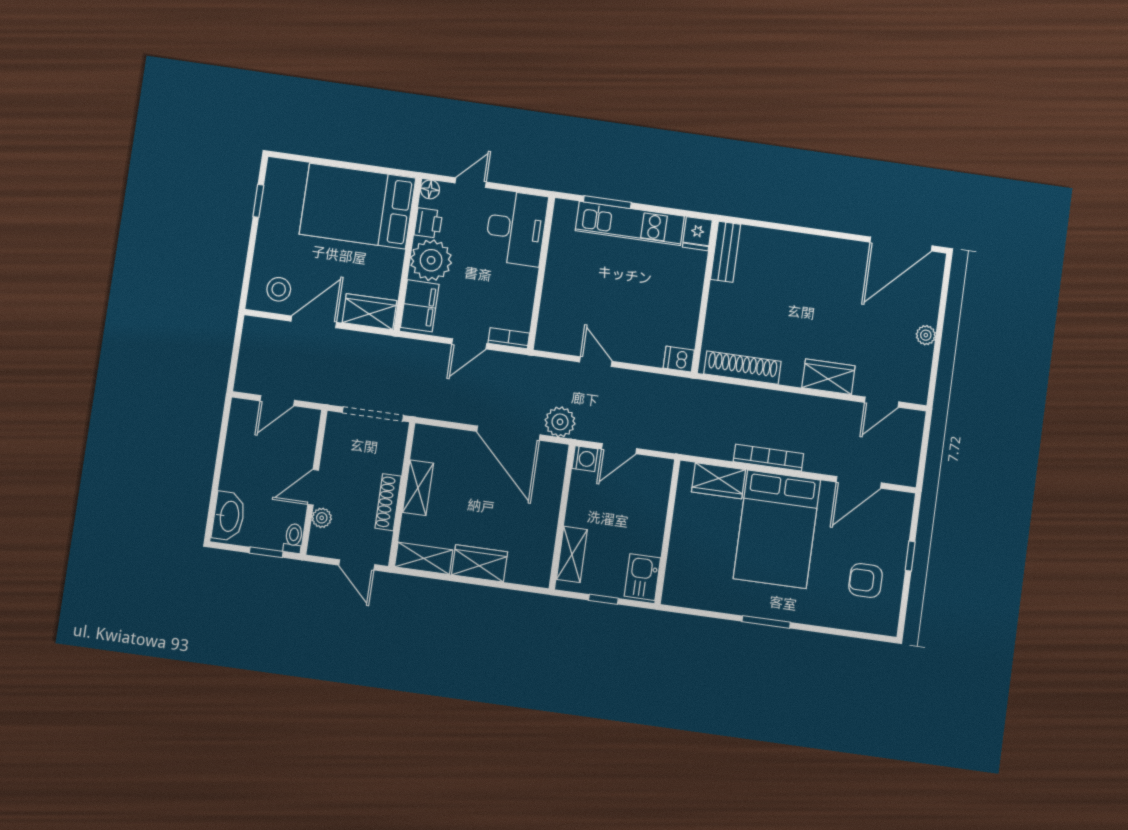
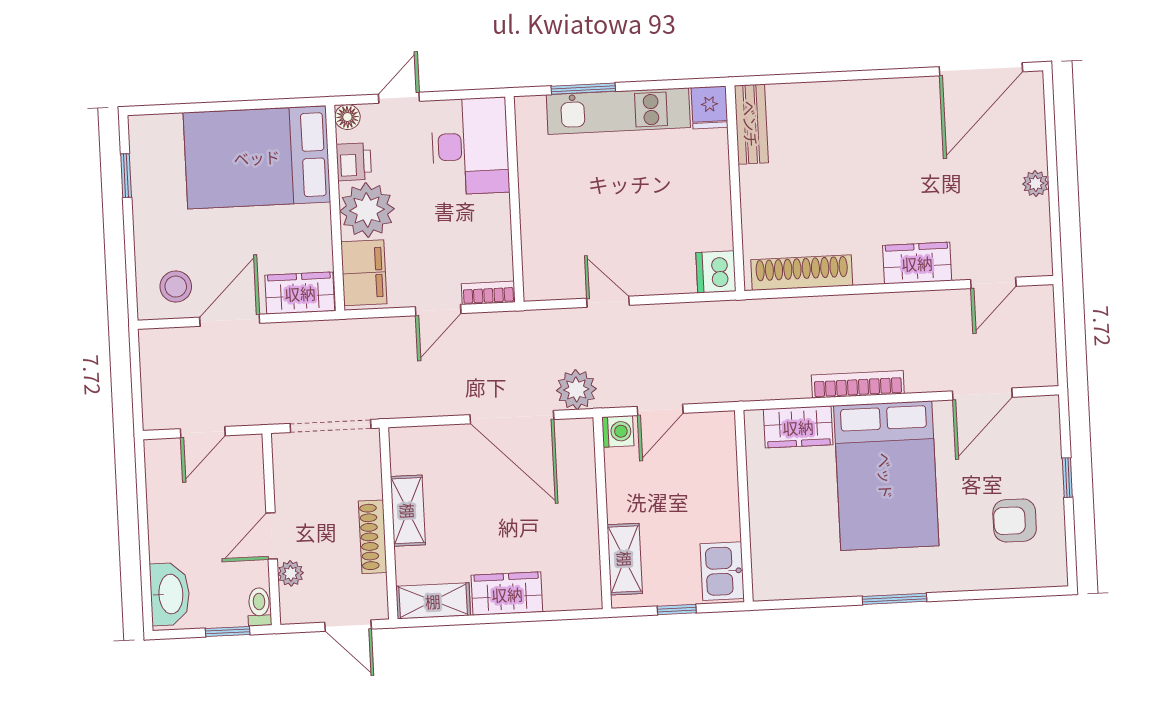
dishwasher: (679, 359) -> (716, 272), width x1.38

